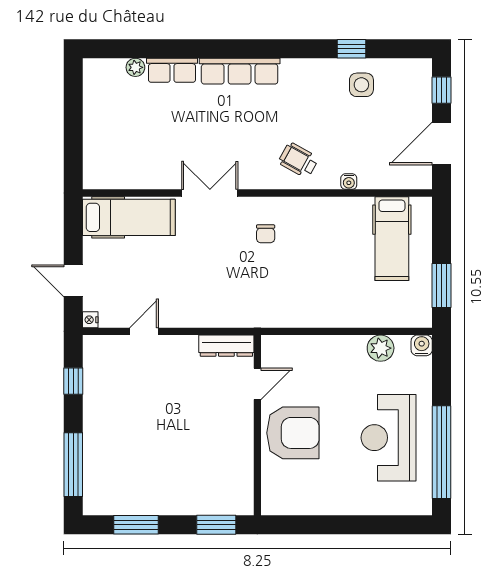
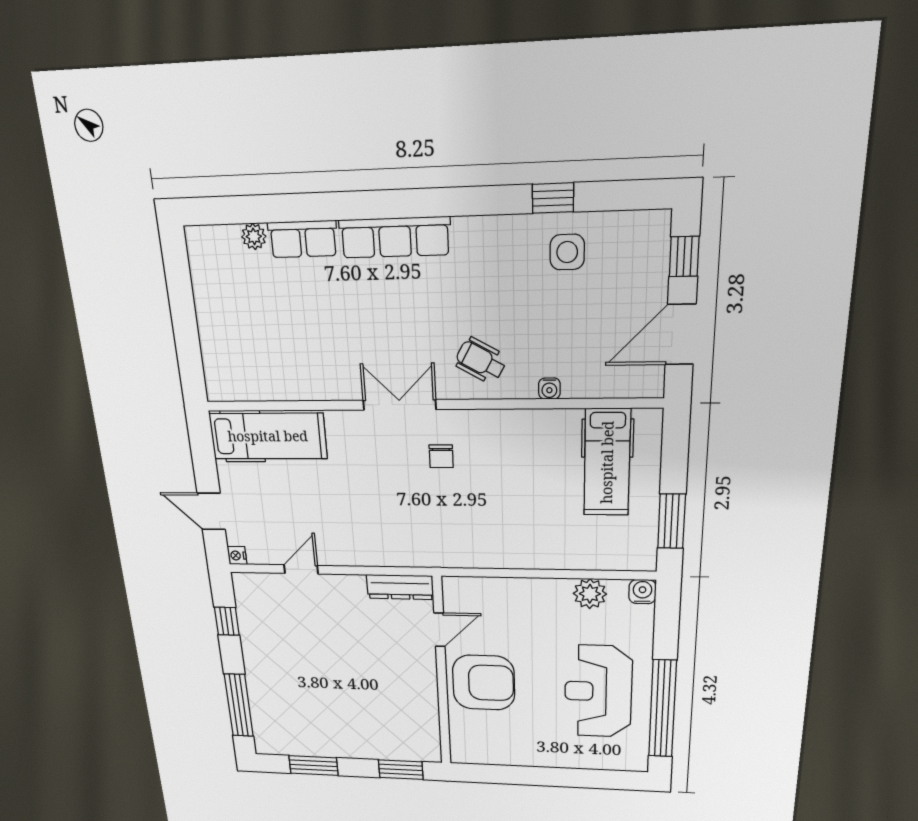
double door: (210, 193) -> (399, 405), moved

